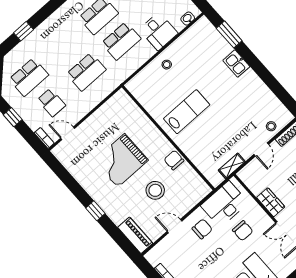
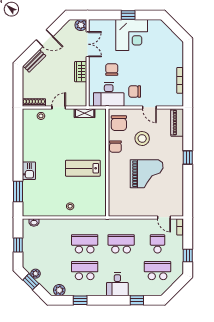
desk: (159, 31) -> (117, 284), moved, turned 180
chair: (191, 185) -> (119, 123), added

